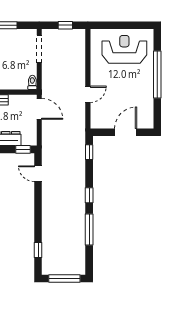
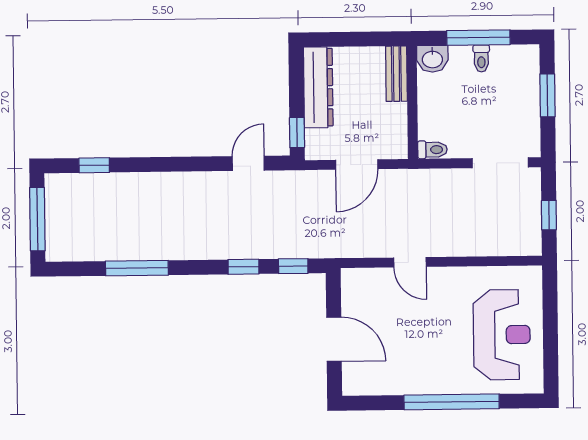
door: (39, 109) -> (357, 164), moved
window: (89, 195) -> (243, 267), moved

